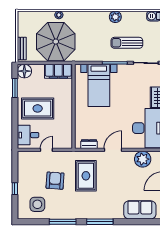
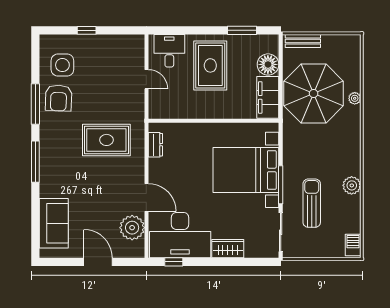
floor lamp: (24, 71) -> (268, 64), moved
bed with nightstands: (99, 85) -> (246, 170), width x1.36
door: (113, 150) -> (146, 197), moved
armchair: (55, 181) -> (59, 98), moved, turned 88

